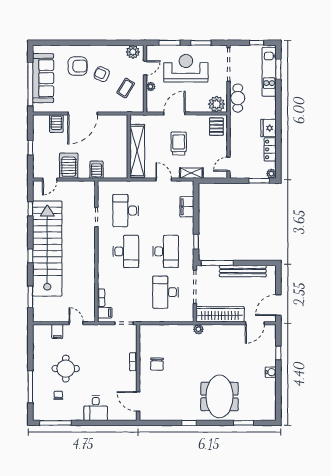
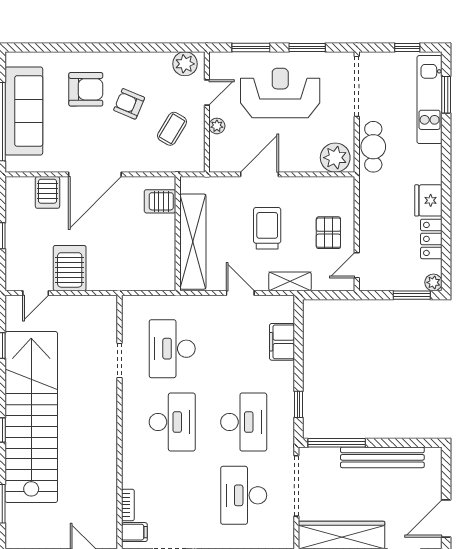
pallet: (216, 127) -> (328, 233), moved
server rack: (96, 170) -> (160, 201), moved, turned -90

